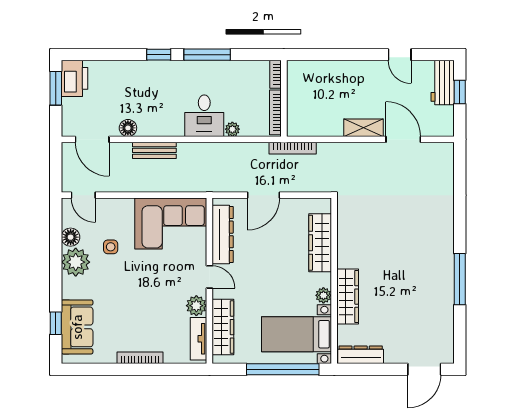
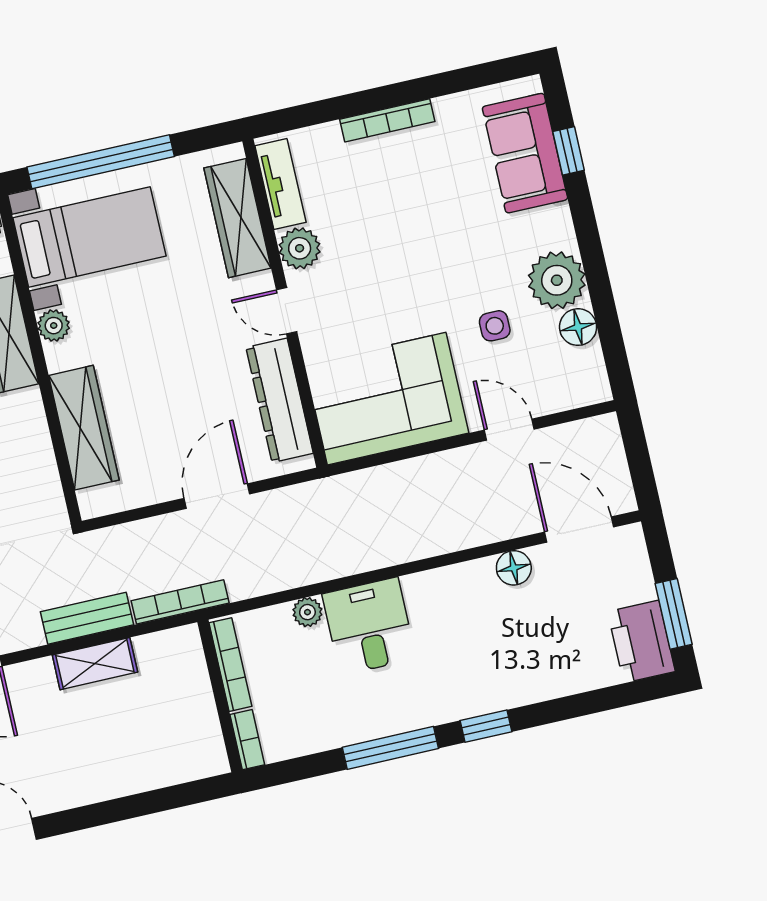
shelving: (363, 128) -> (95, 664), moved
bench: (154, 150) -> (87, 618), moved
door: (83, 195) -> (509, 430), moved

